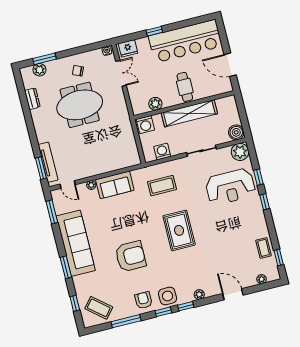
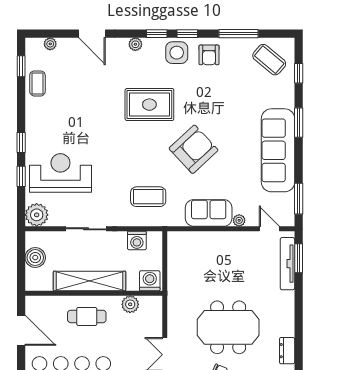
cafe table: (185, 87) -> (87, 316), turned 90
boiler: (236, 132) -> (35, 258), moved
rug: (179, 230) -> (149, 105), moved, turned 90
armchair: (130, 256) -> (194, 149), moved, turned 137

